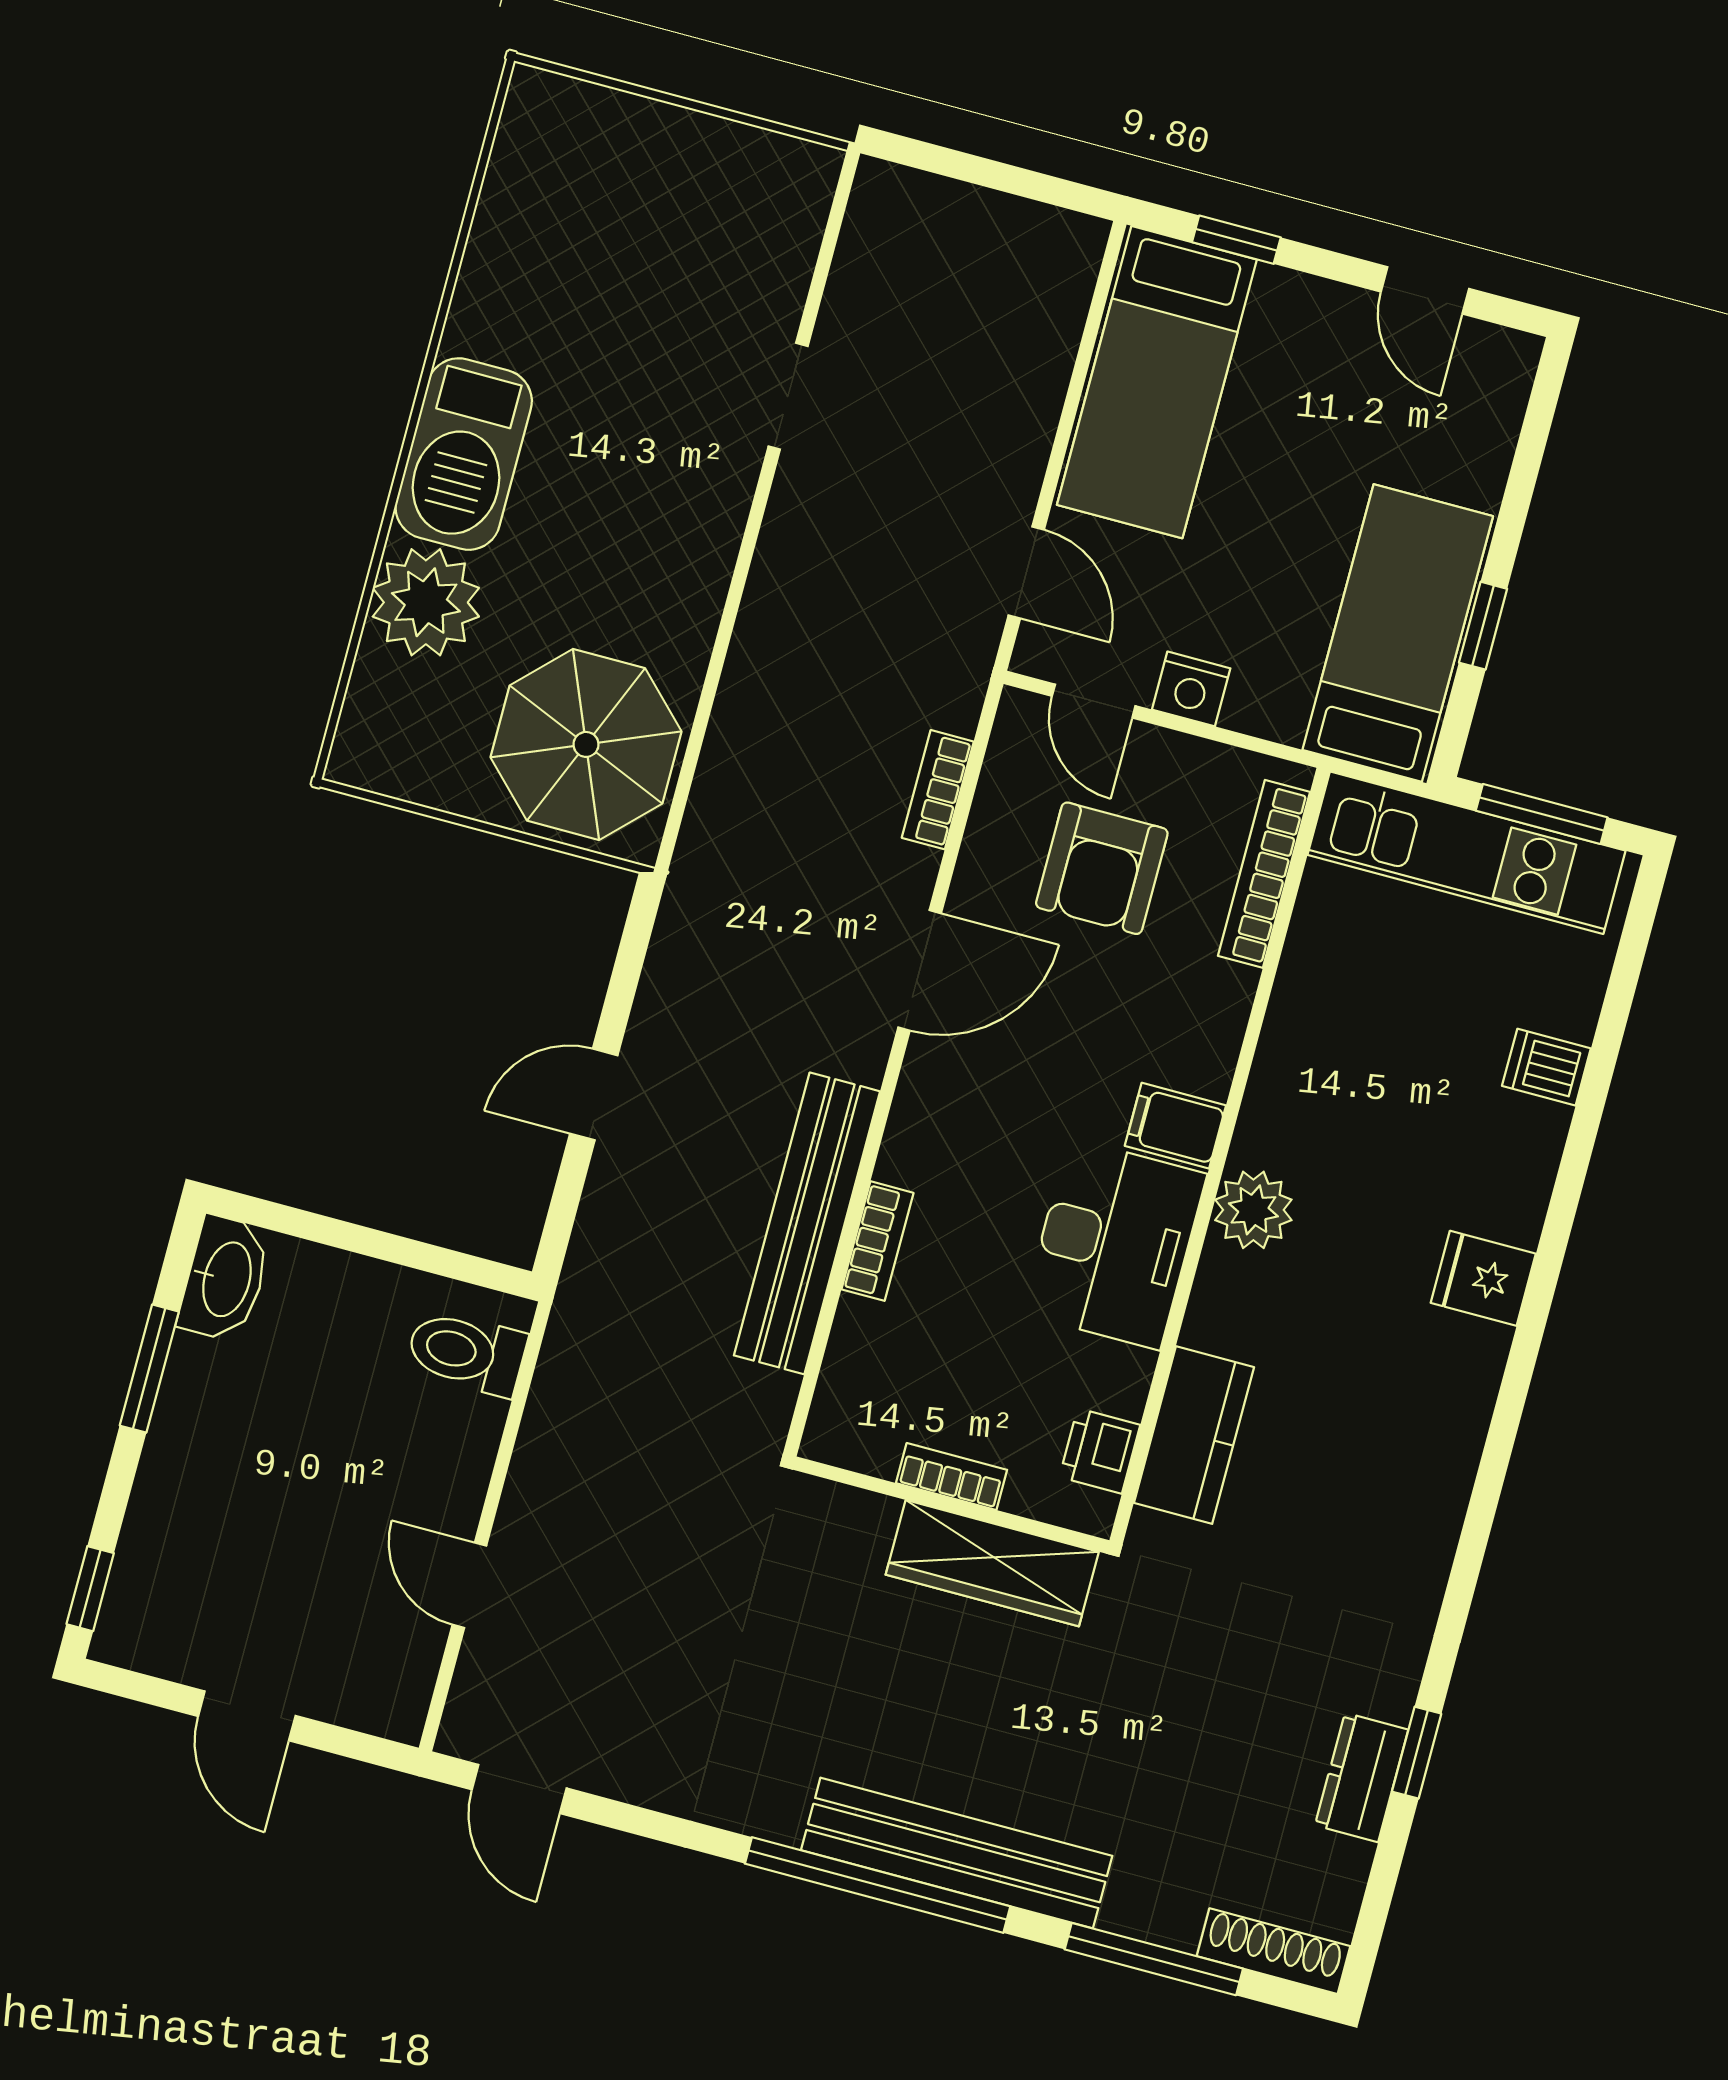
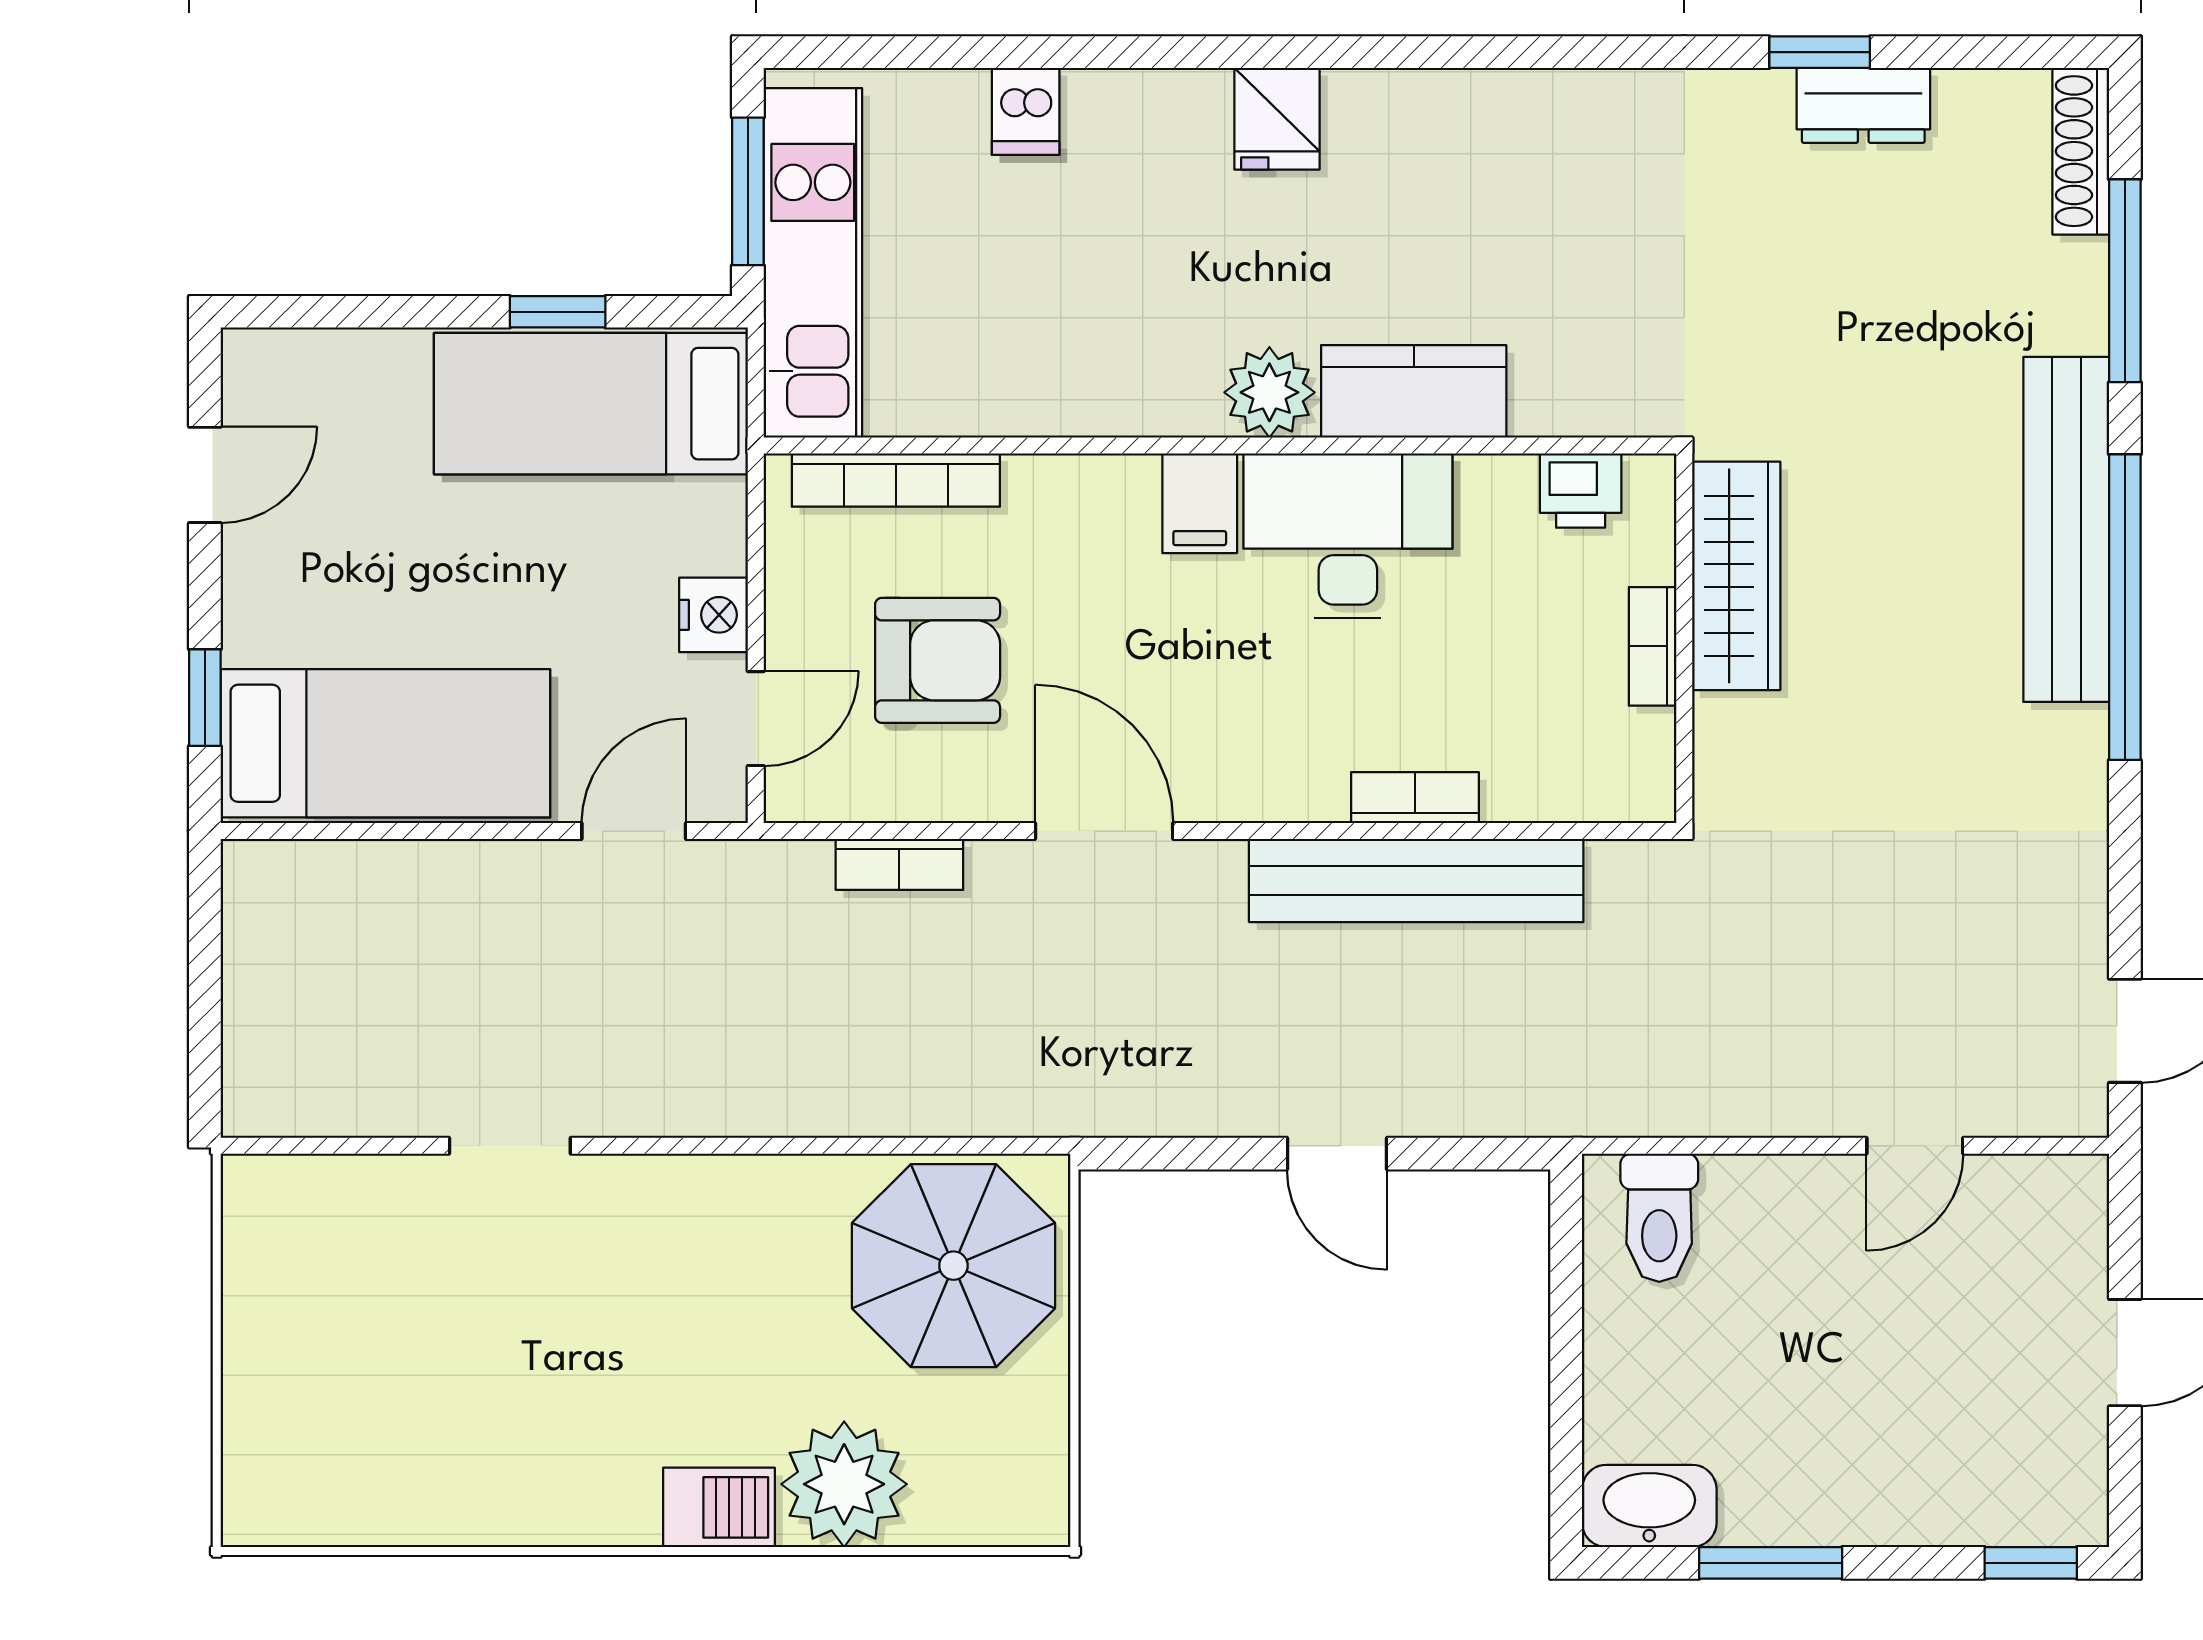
barbecue: (464, 454) -> (719, 1507), width x0.53, depth x0.65
kitchen counter: (1194, 1435) -> (1414, 391), moved

